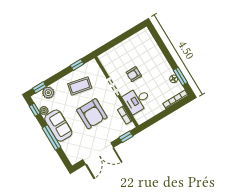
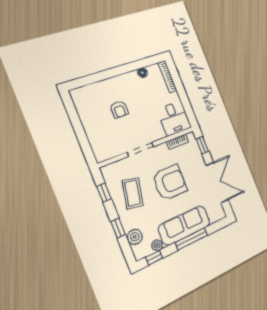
armchair: (134, 74) -> (119, 109), moved
window: (180, 76) -> (141, 64), removed
window: (39, 87) -> (118, 228), moved
desk: (137, 100) -> (174, 118), moved
sofa: (58, 126) -> (184, 225), width x1.36

